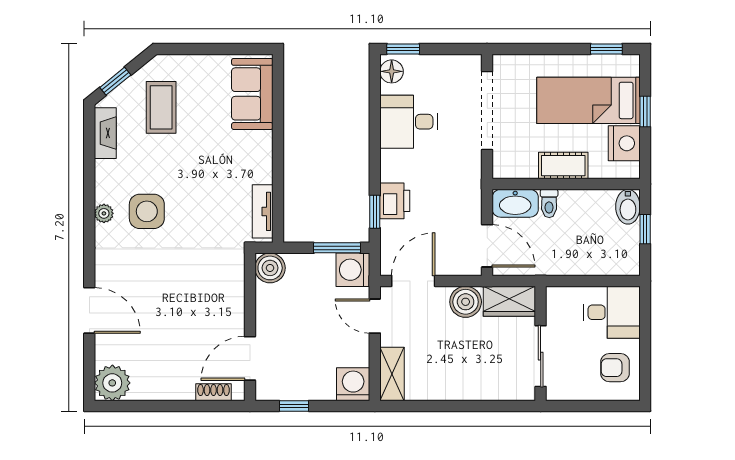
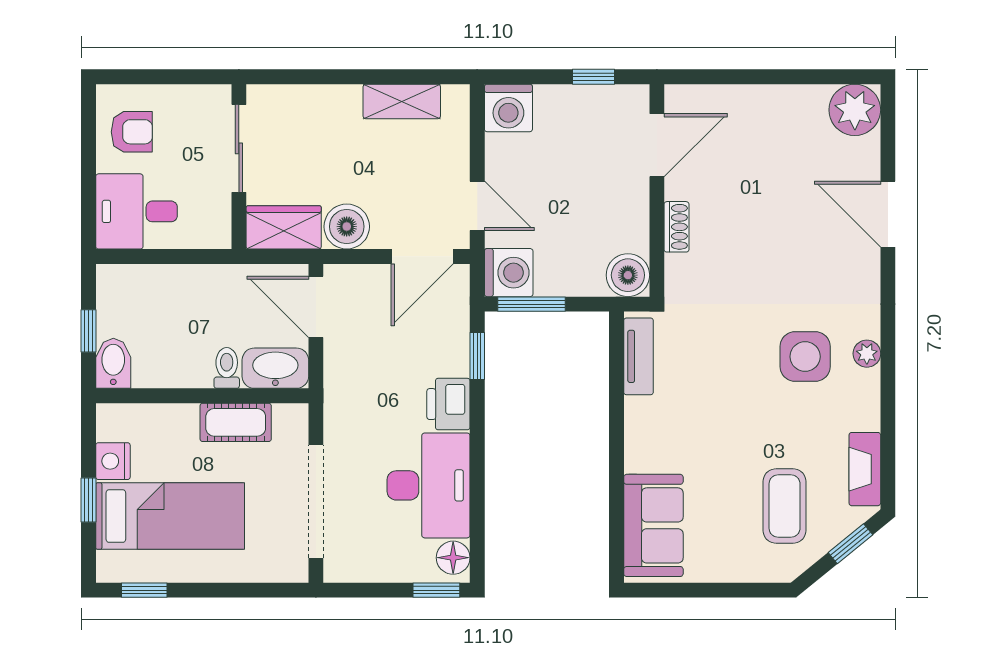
desk: (409, 122) -> (429, 485), width x1.37
nightstand: (624, 143) -> (113, 461), width x0.74, depth x0.75
cot: (563, 166) -> (236, 422), moved
printer: (395, 201) -> (448, 404), moved
shelving: (392, 374) -> (402, 101), moved, turned 90
shoe rack: (214, 392) -> (676, 227), moved, turned -90

